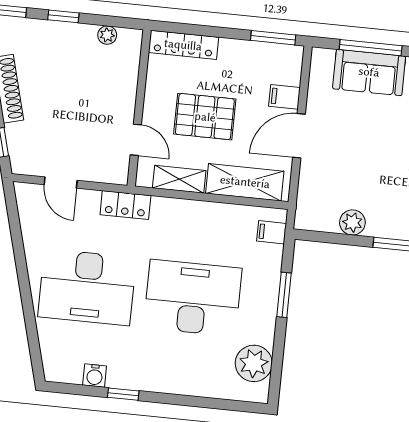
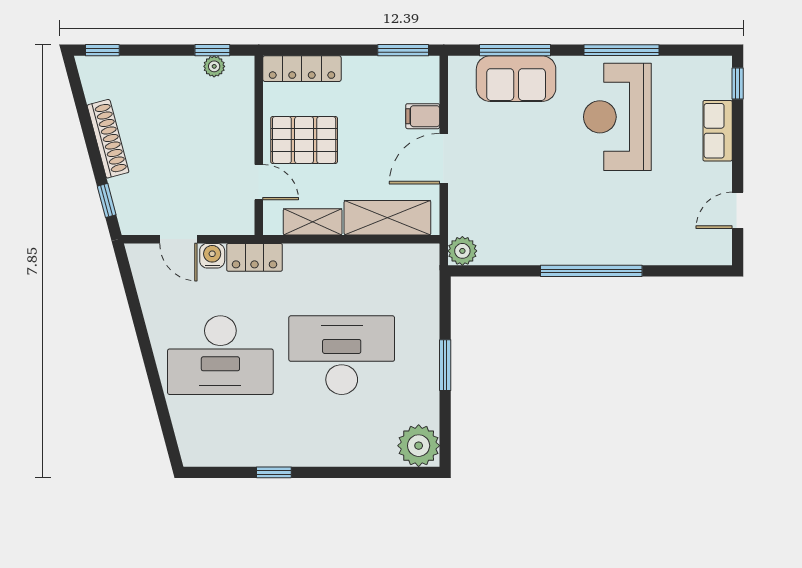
window: (63, 16) -> (212, 50), moved
pallet: (205, 117) -> (304, 140), moved
plant: (352, 222) -> (462, 251), moved
filing cabinet: (272, 232) -> (424, 271), removed
window: (284, 295) -> (445, 365), moved
plant: (254, 363) -> (419, 446), moved
water cooler: (95, 375) -> (212, 256), moved, turned 180

